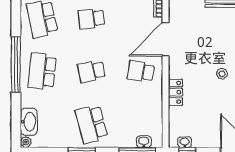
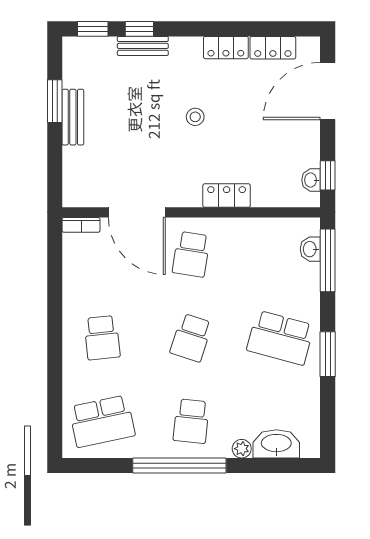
school desk: (42, 71) -> (191, 421), width x0.54
school desk: (91, 71) -> (191, 338), turned 30
school desk: (91, 124) -> (280, 338), turned 30
plant: (26, 142) -> (242, 449), moved

